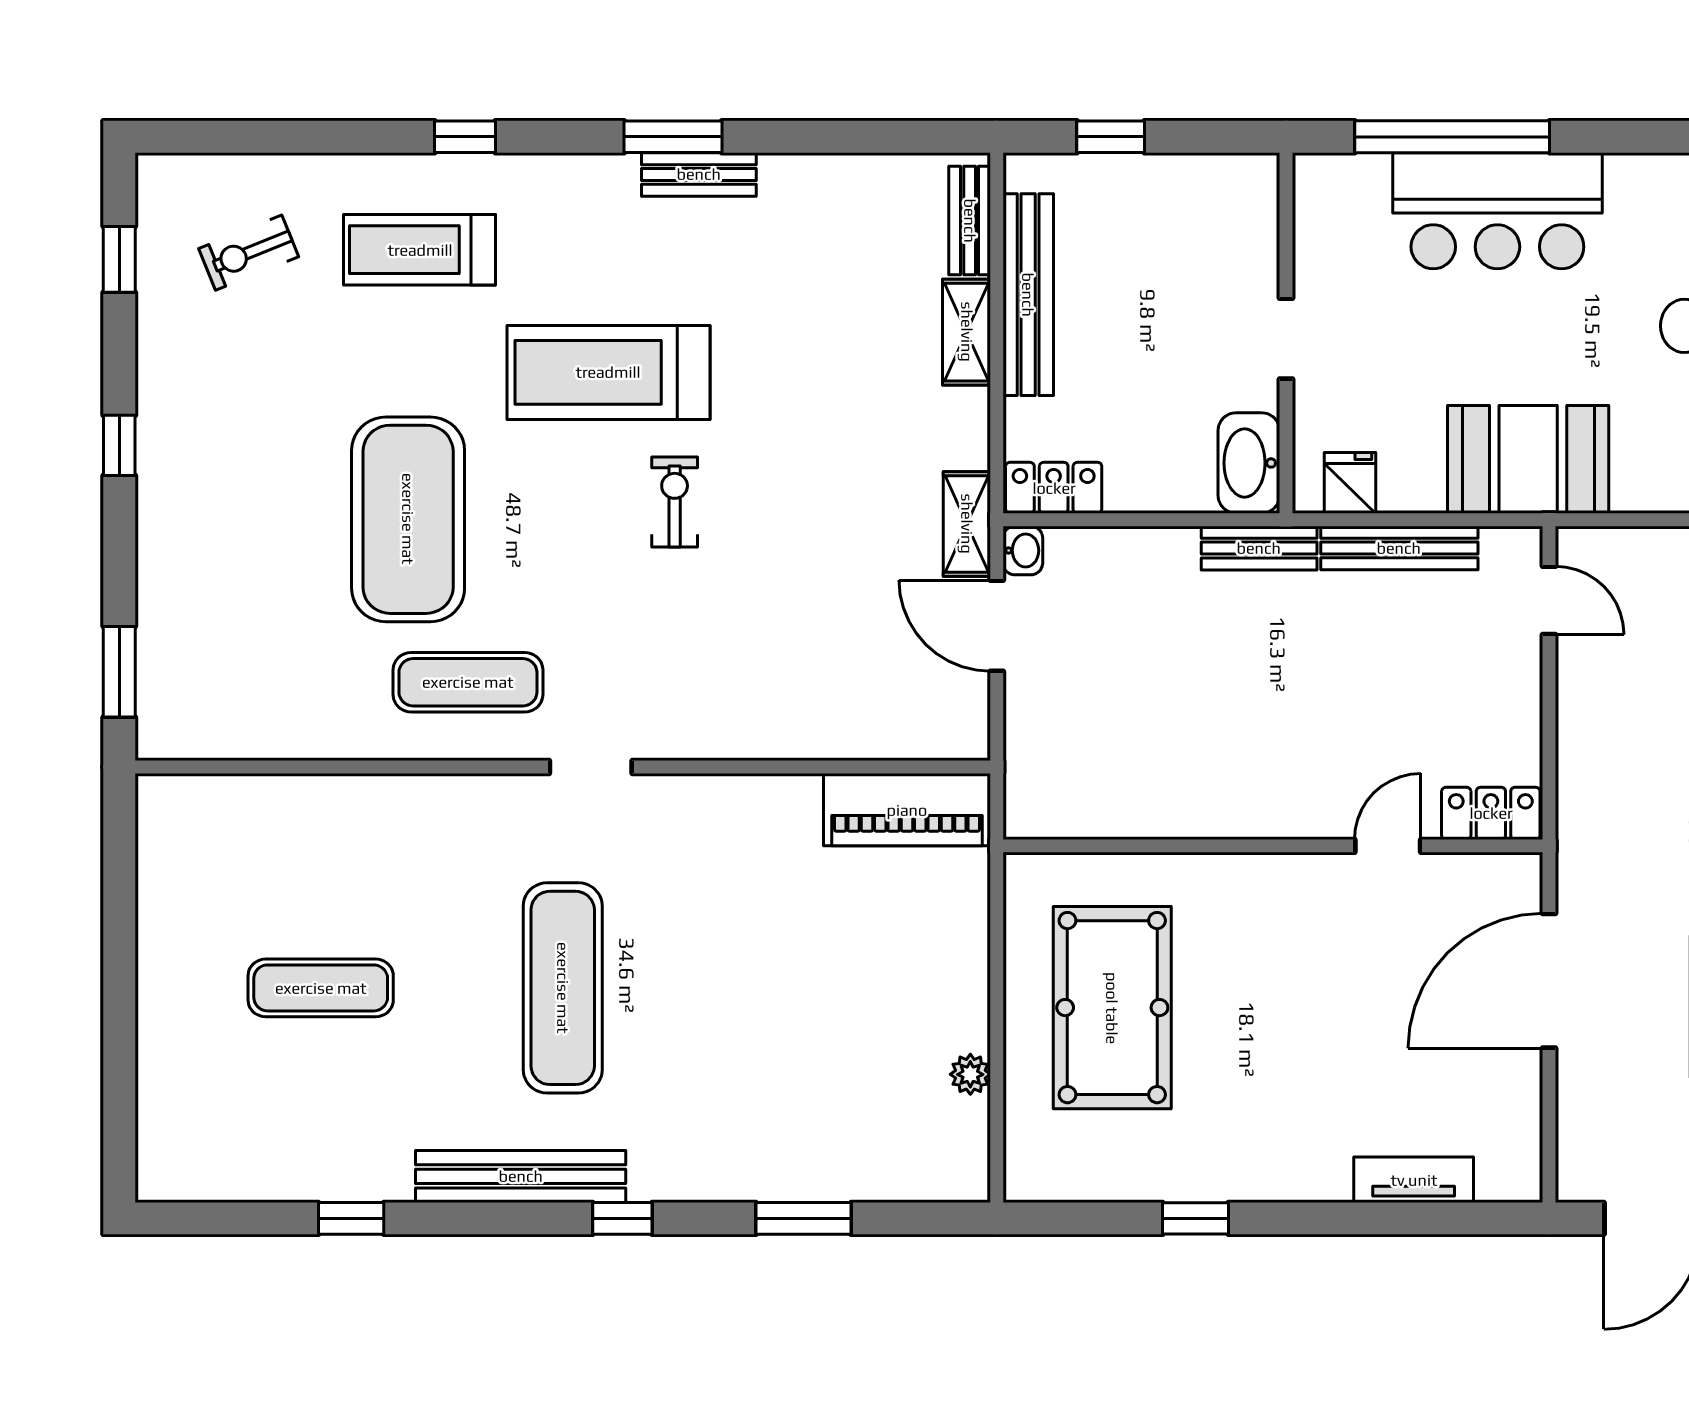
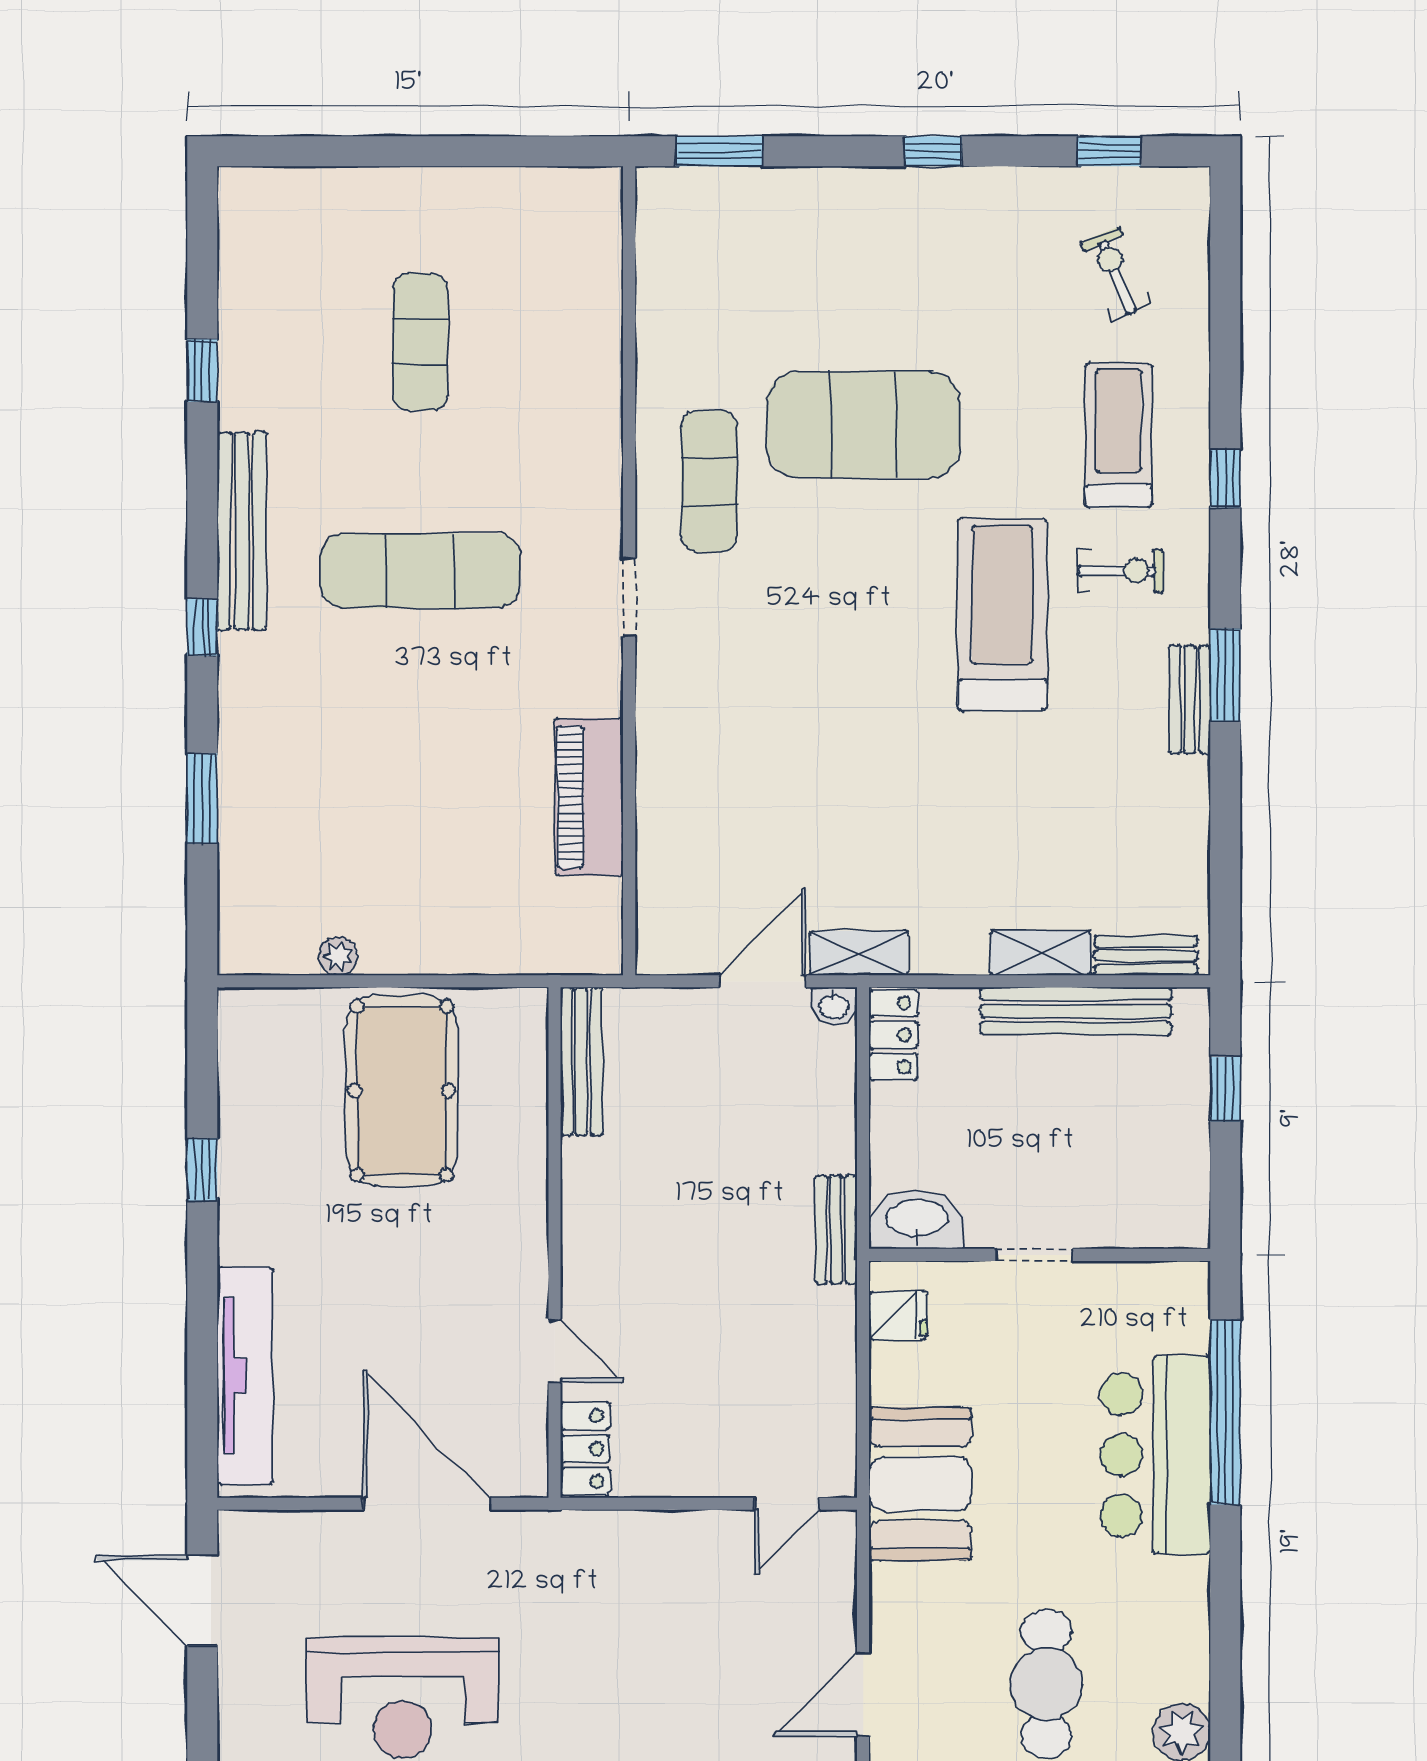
exercise bike: (675, 502) -> (1121, 571), moved
bench: (1399, 548) -> (581, 1061), moved
piano: (907, 810) -> (589, 797), moved
pool table: (1112, 1008) -> (402, 1091), turned 90
tv unit: (1414, 1180) -> (245, 1376), width x1.92, depth x1.29

